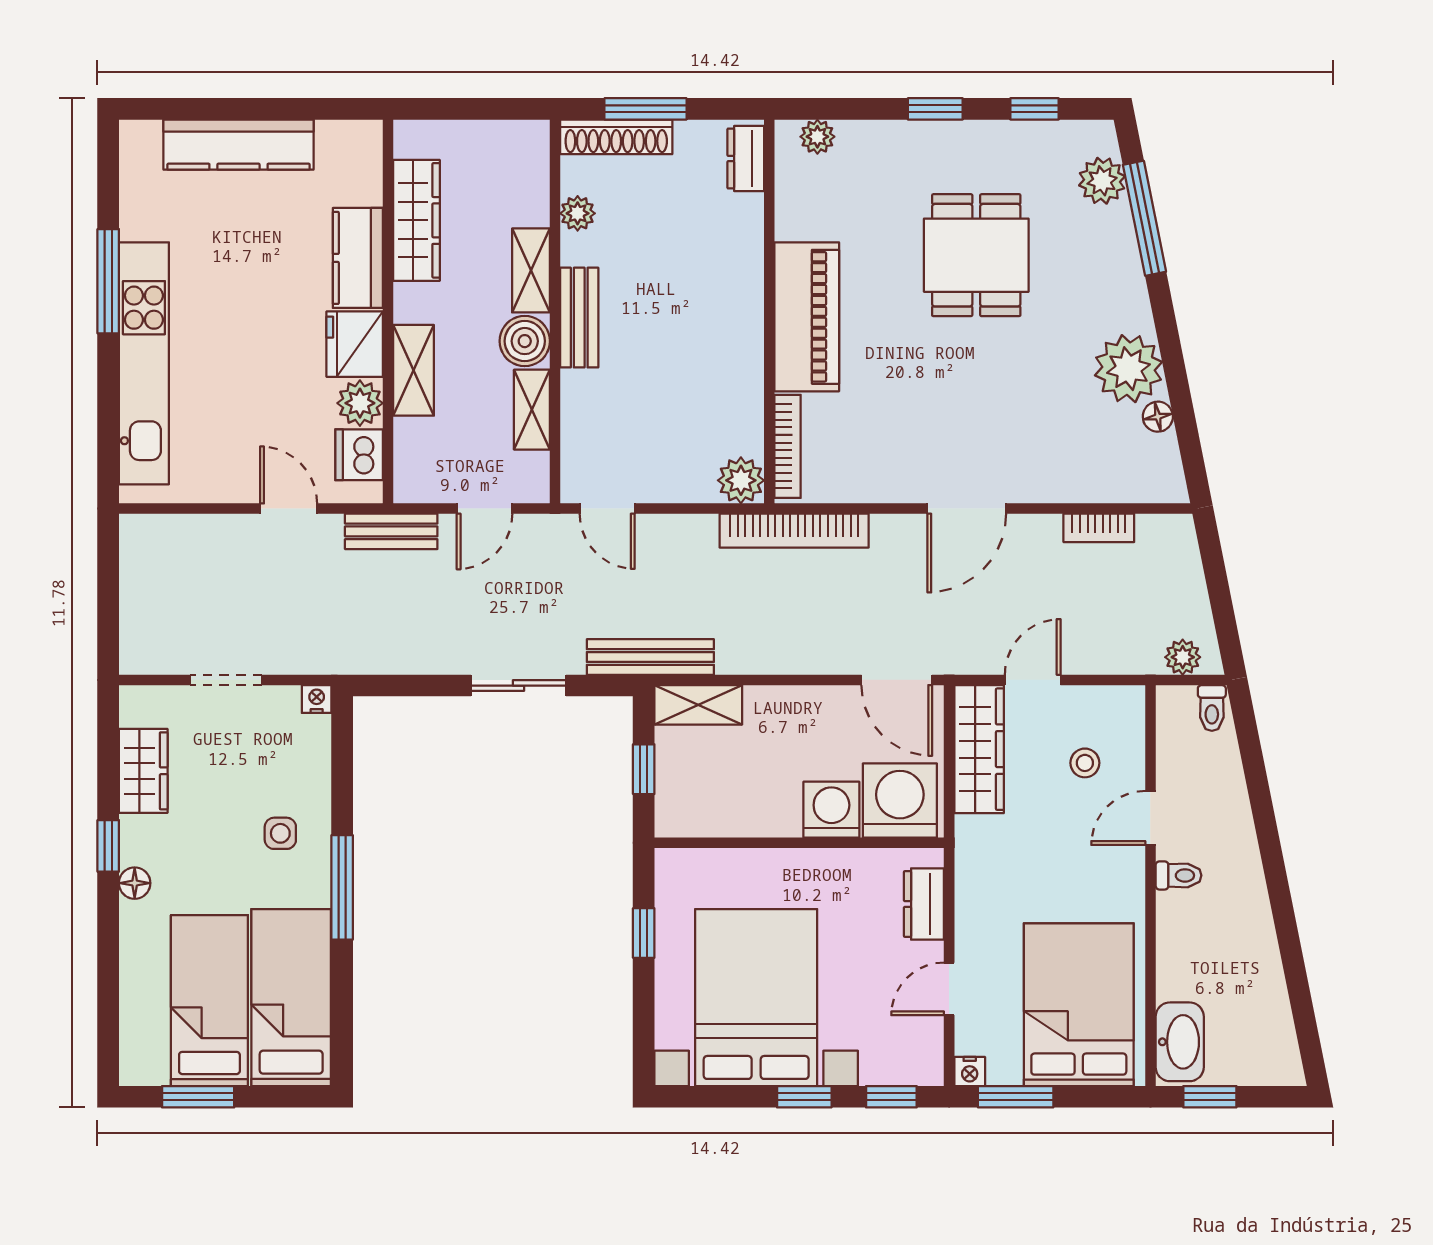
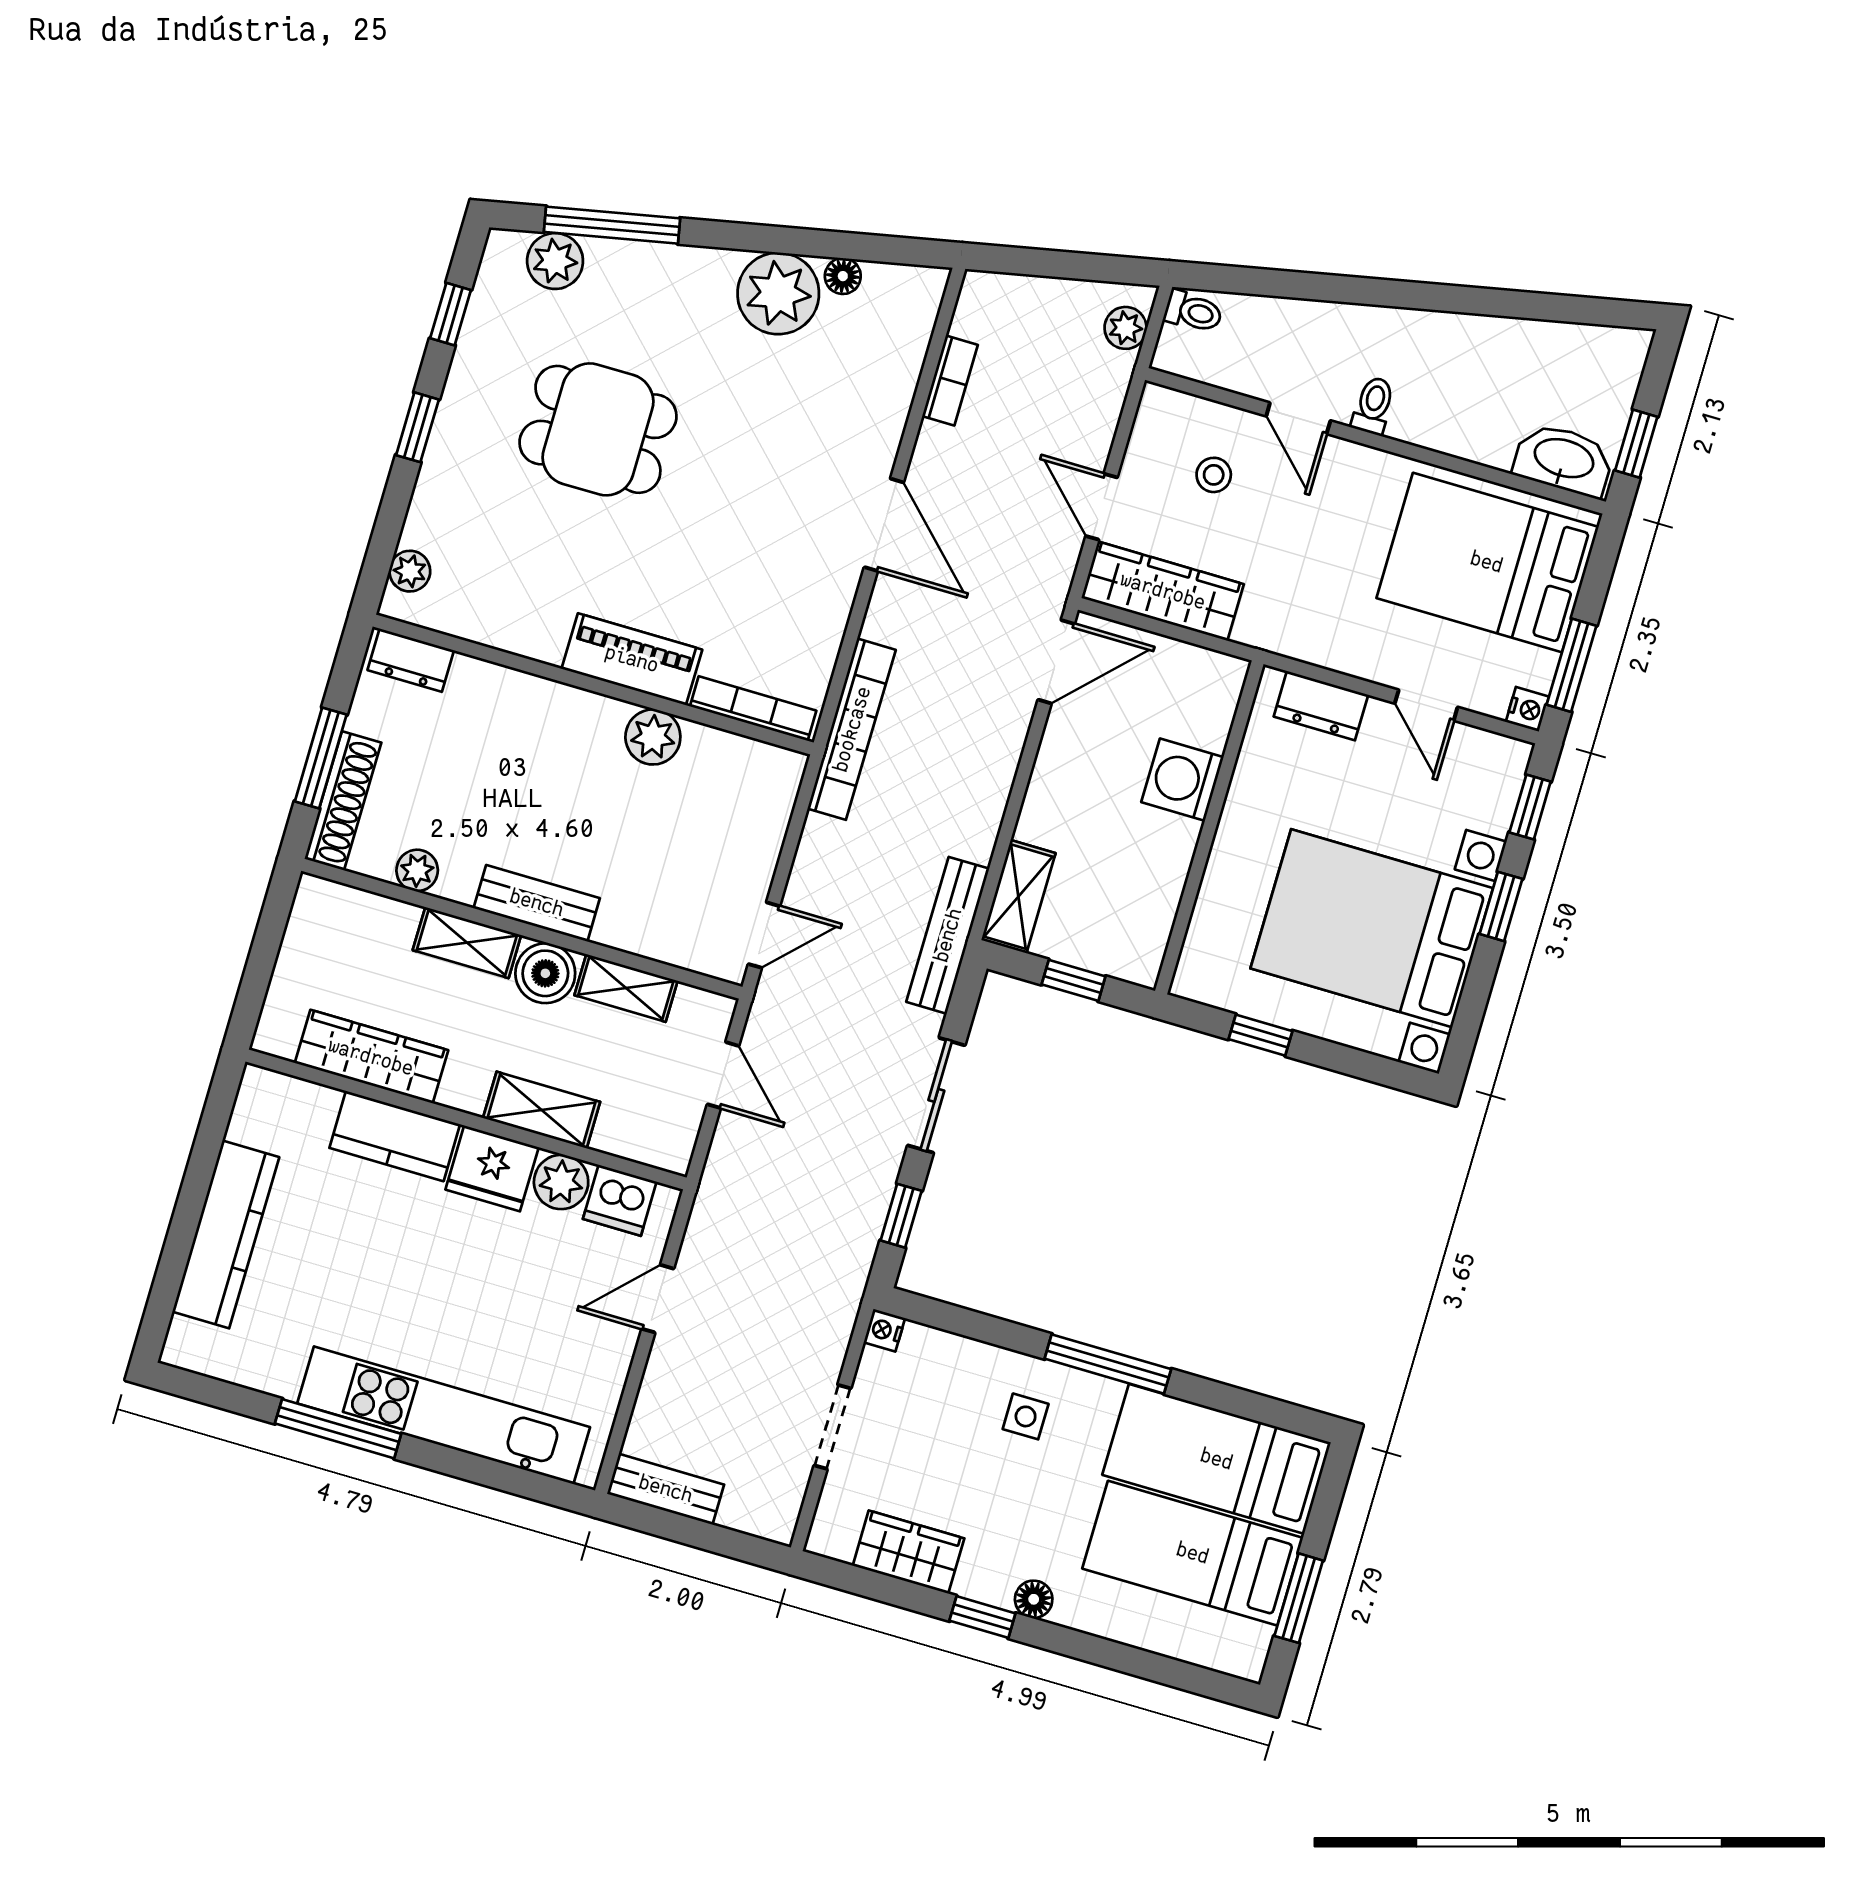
piano: (807, 317) -> (632, 659), width x0.73, depth x0.75
plant: (741, 480) -> (653, 737), moved
bench: (391, 531) -> (666, 1489), moved, turned 90
window: (413, 686) -> (901, 1216), added
washing machine: (900, 800) -> (1195, 699), removed

